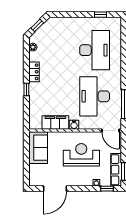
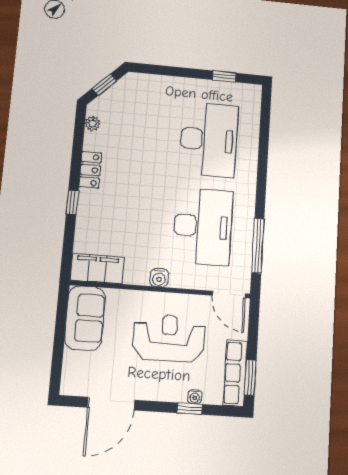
desk: (95, 96) -> (203, 226), turned 180
filing cabinet: (55, 122) -> (97, 269), moved
window: (107, 189) -> (190, 409), moved

